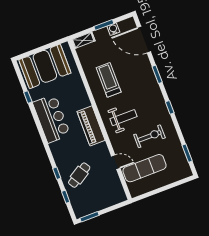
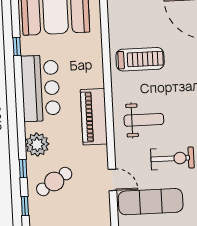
treadmill: (109, 80) -> (140, 59), turned 90
plant: (61, 155) -> (37, 145), added

